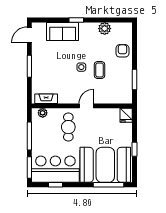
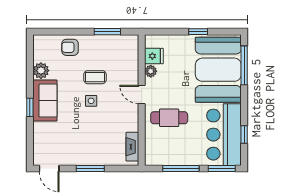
sofa: (63, 32) -> (45, 101), moved
plant: (43, 113) -> (151, 71), moved
fridge: (126, 115) -> (154, 56), moved

